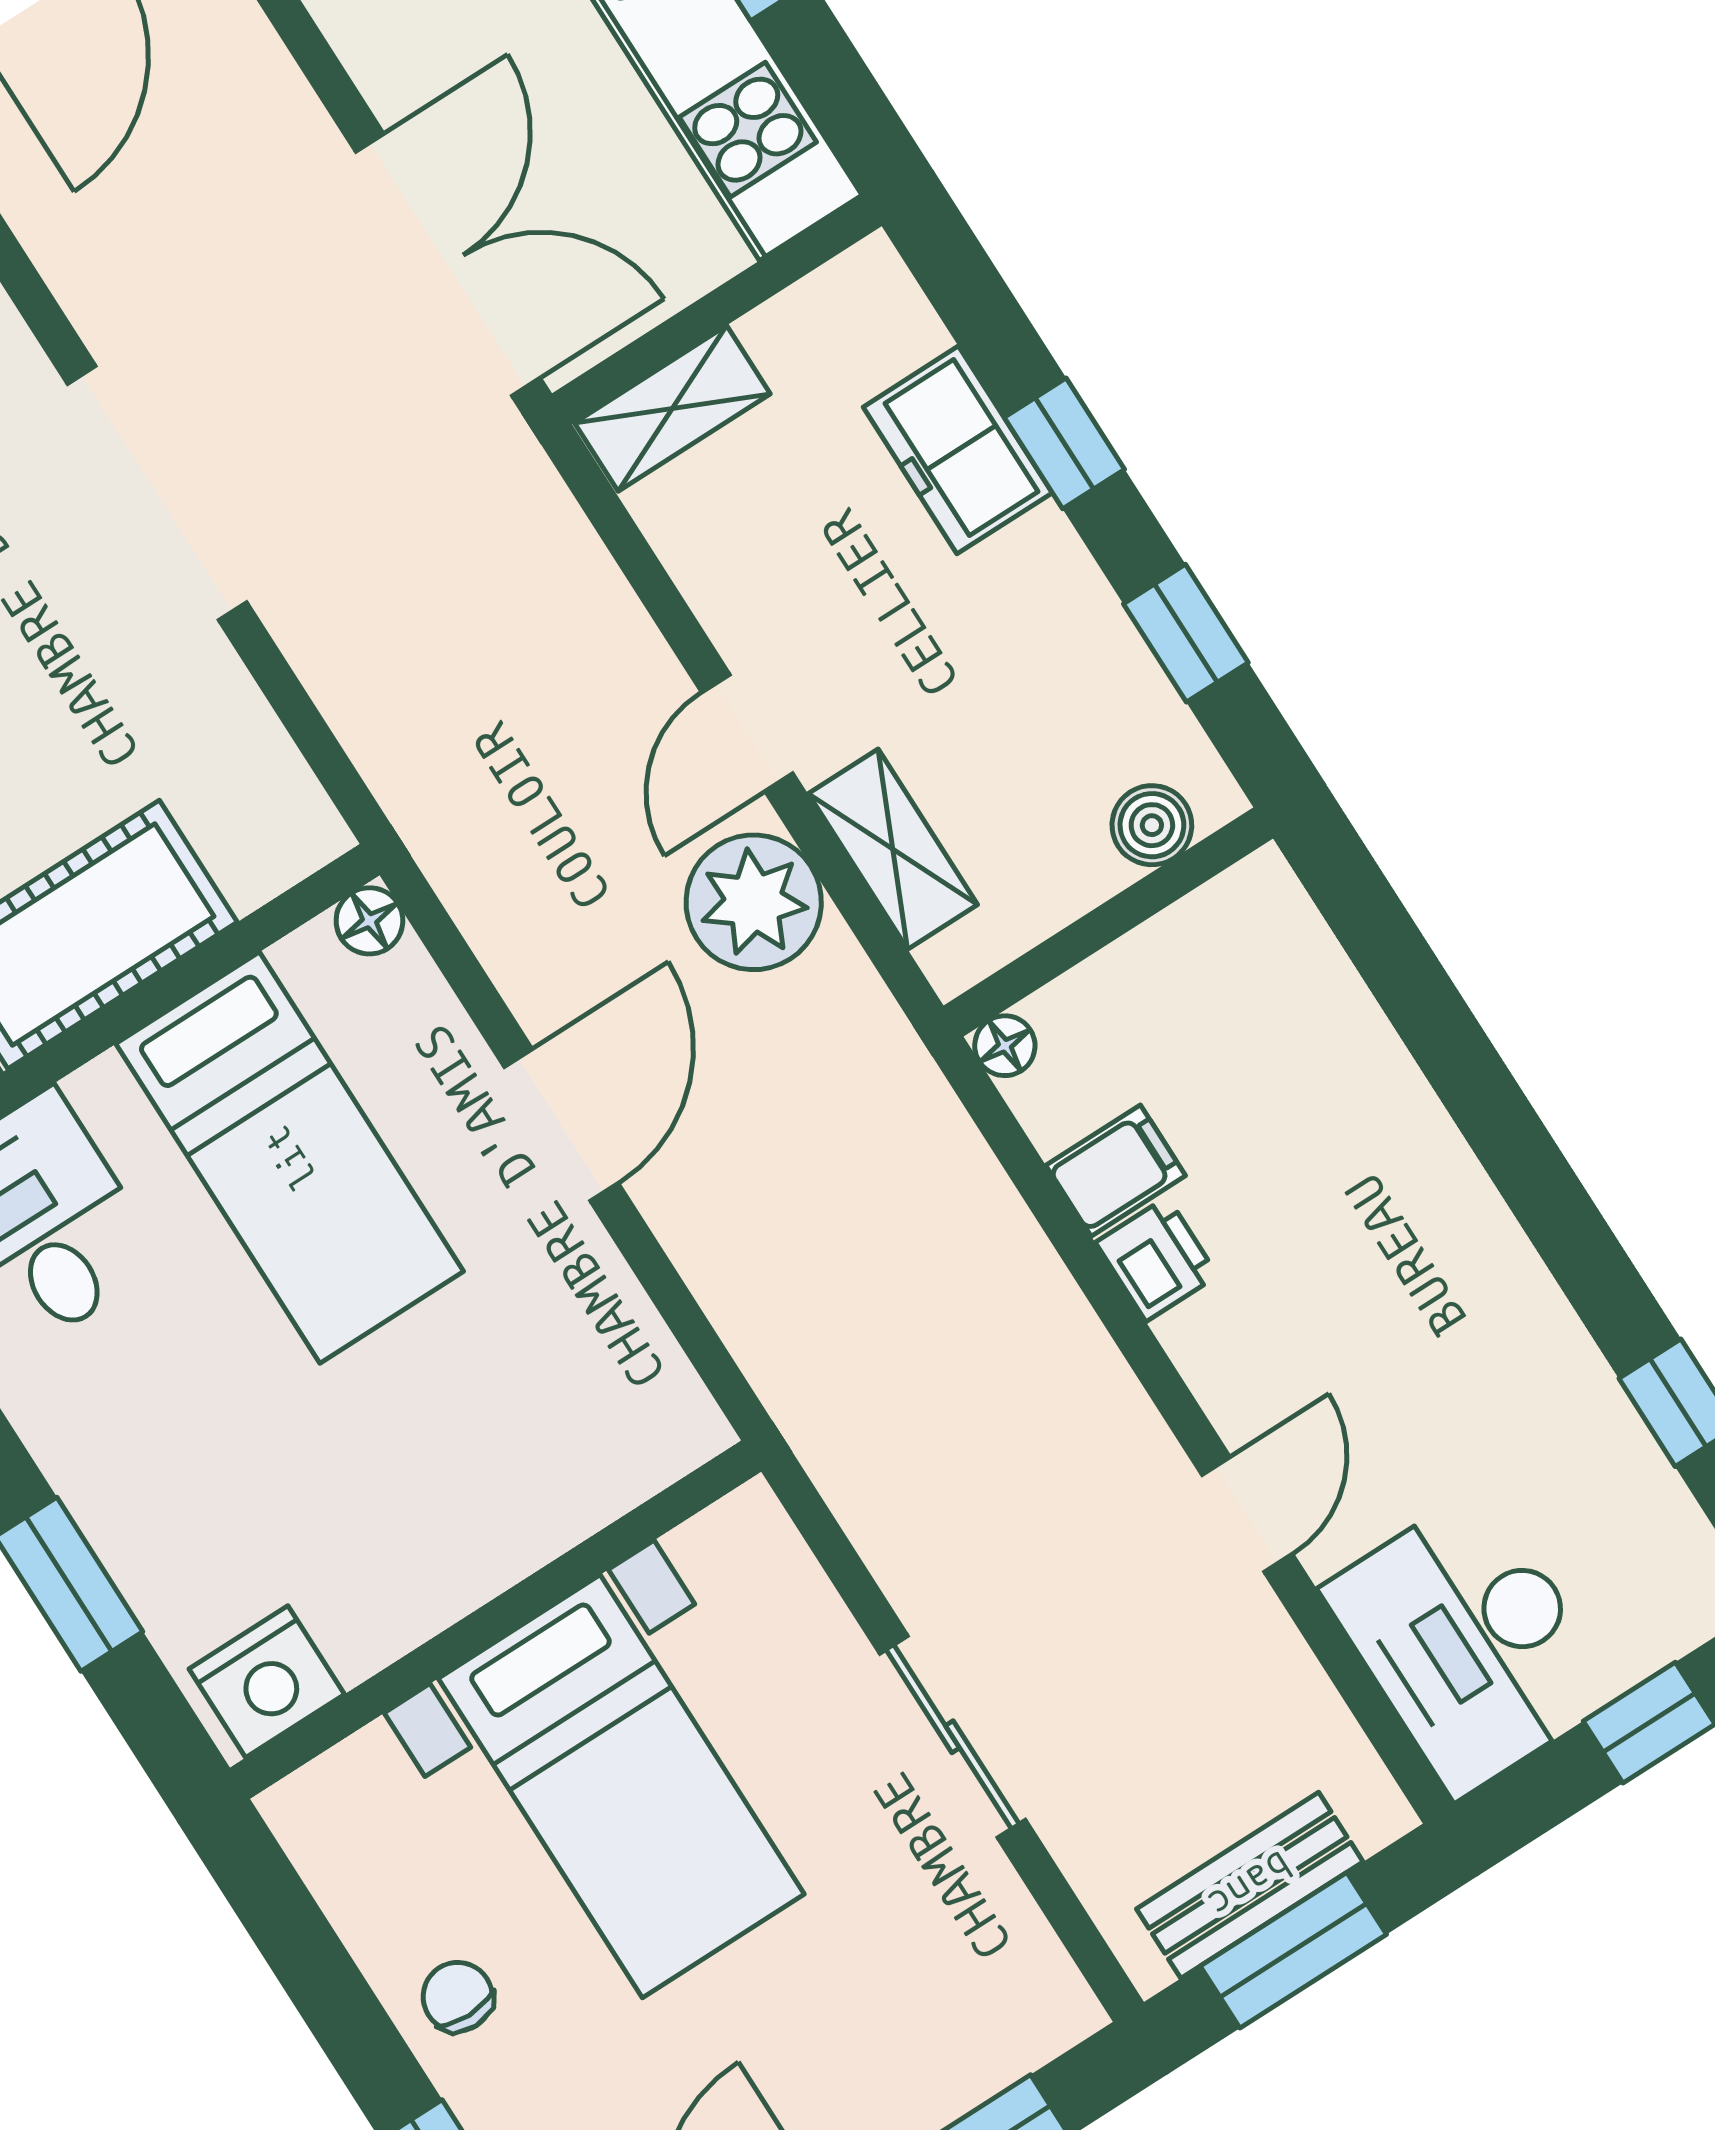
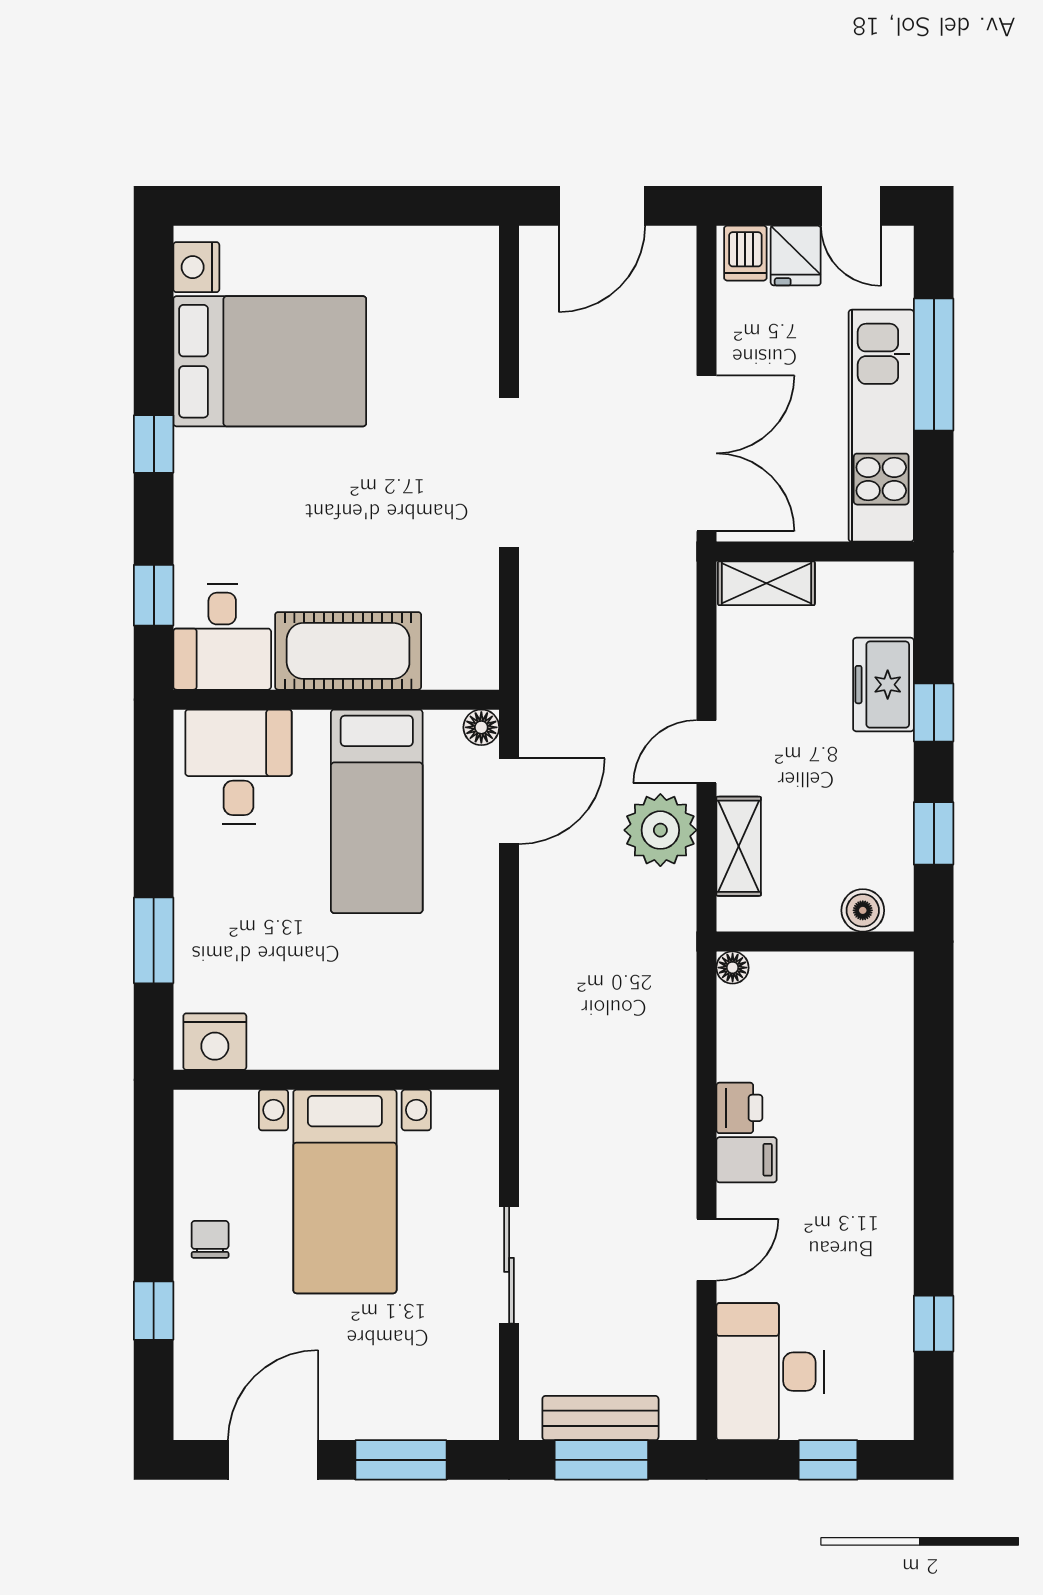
door: (561, 1125) -> (509, 801), moved
filing cabinet: (1116, 1171) -> (747, 1160), moved

